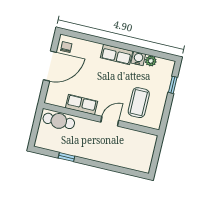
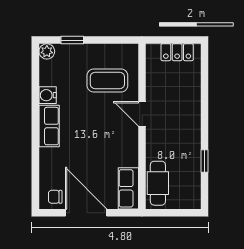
plant: (151, 61) -> (47, 51), moved
row of seats: (81, 105) -> (128, 188), moved
locker: (147, 156) -> (177, 52), added

